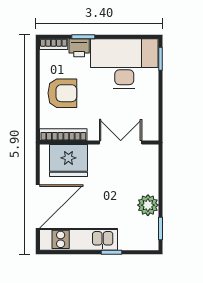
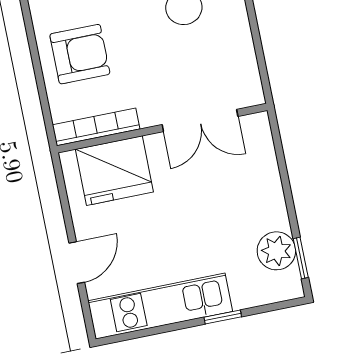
double door: (121, 143) -> (200, 120), swing flipped
plant: (148, 205) -> (276, 251), moved
door: (38, 206) -> (77, 263), width x0.53

